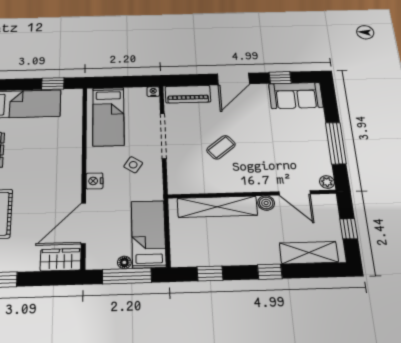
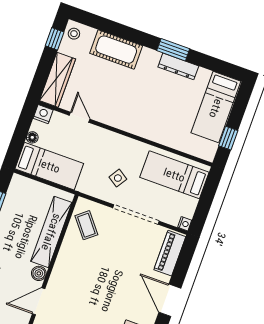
coffee table: (221, 147) -> (86, 225), moved
nightstand: (94, 181) -> (43, 114), moved
door: (83, 223) -> (80, 117), width x0.53
wardrobe: (61, 260) -> (57, 80), width x1.50
window: (127, 276) -> (20, 135), removed

